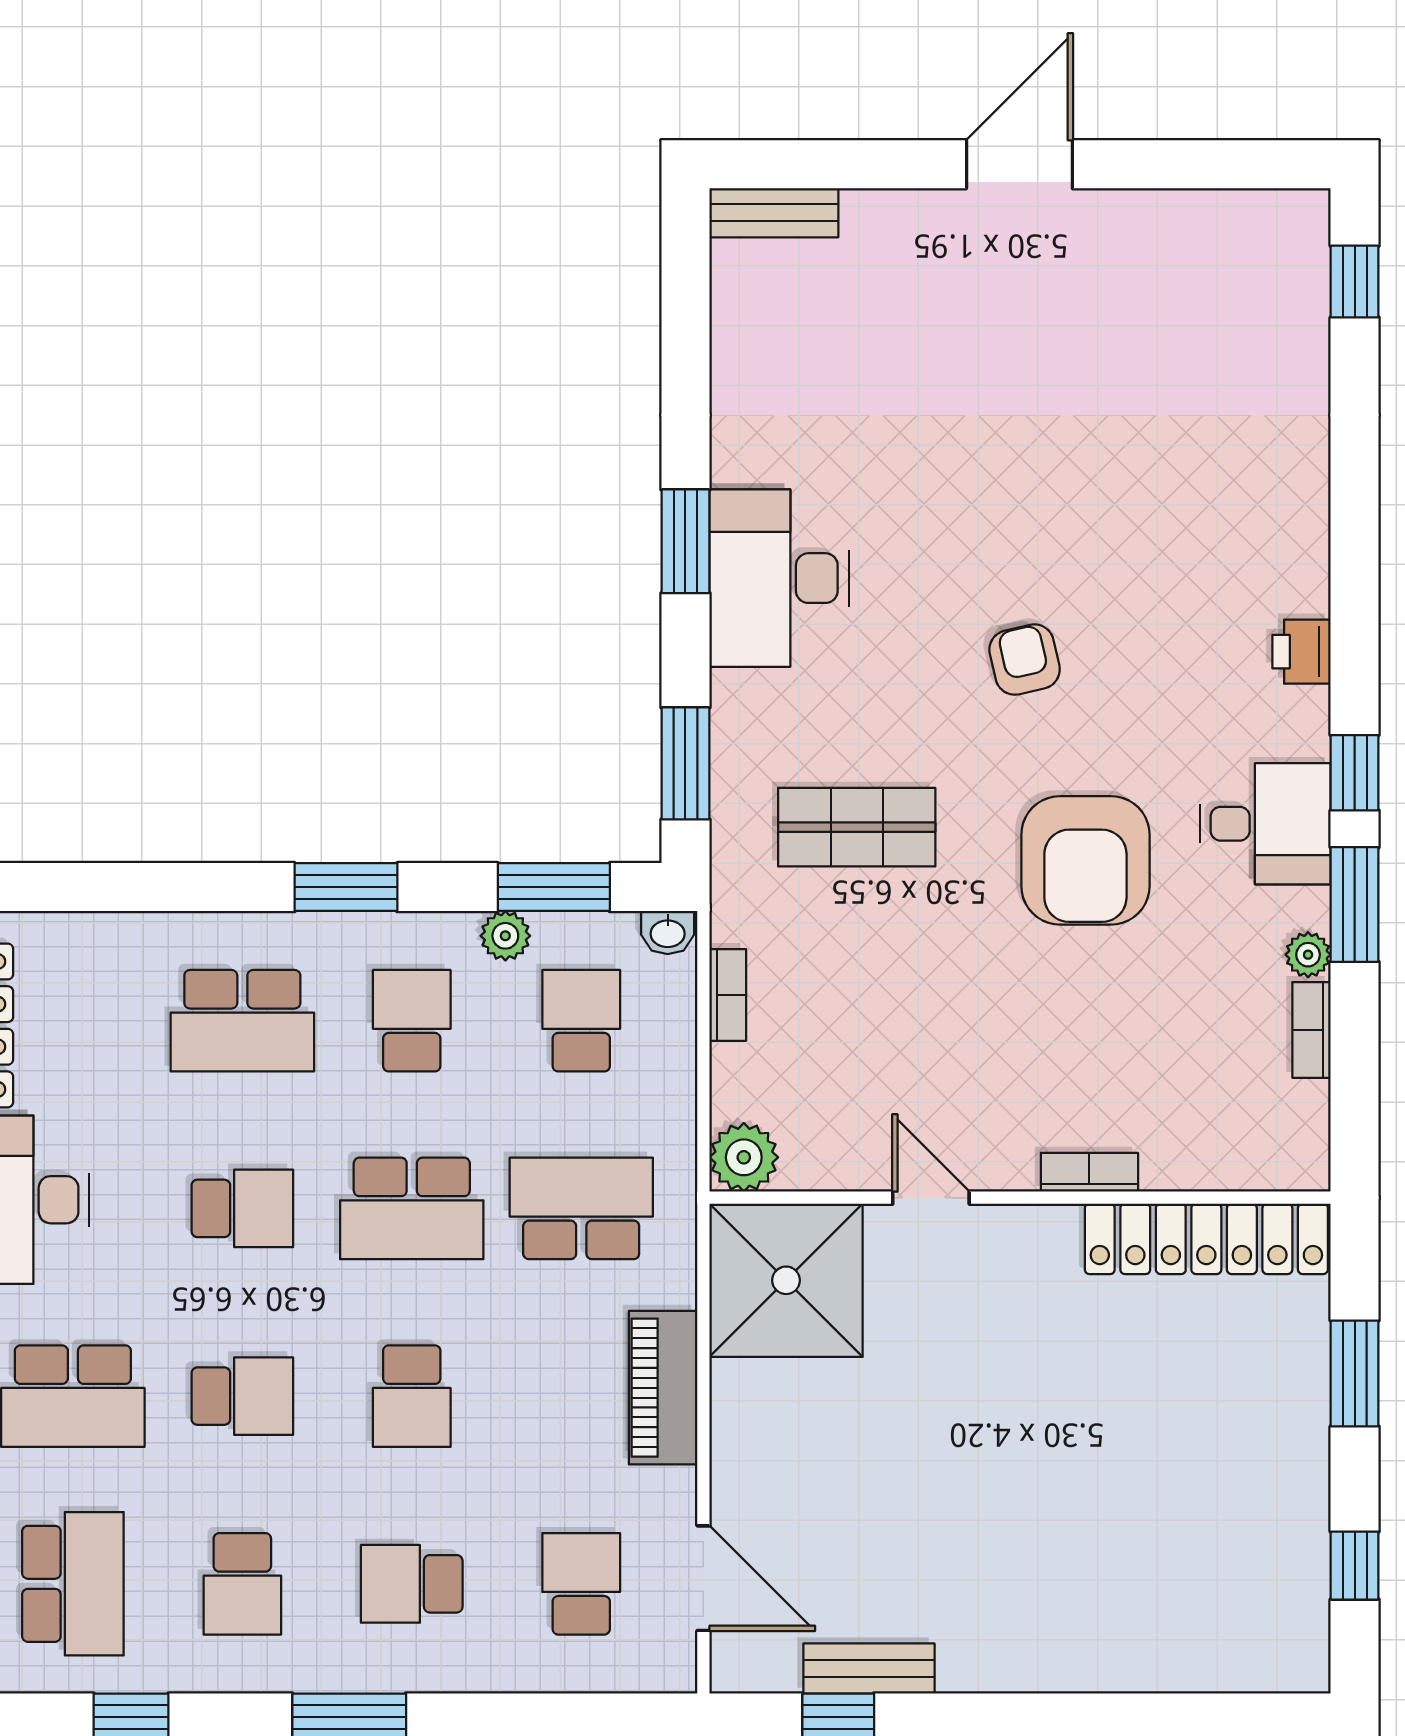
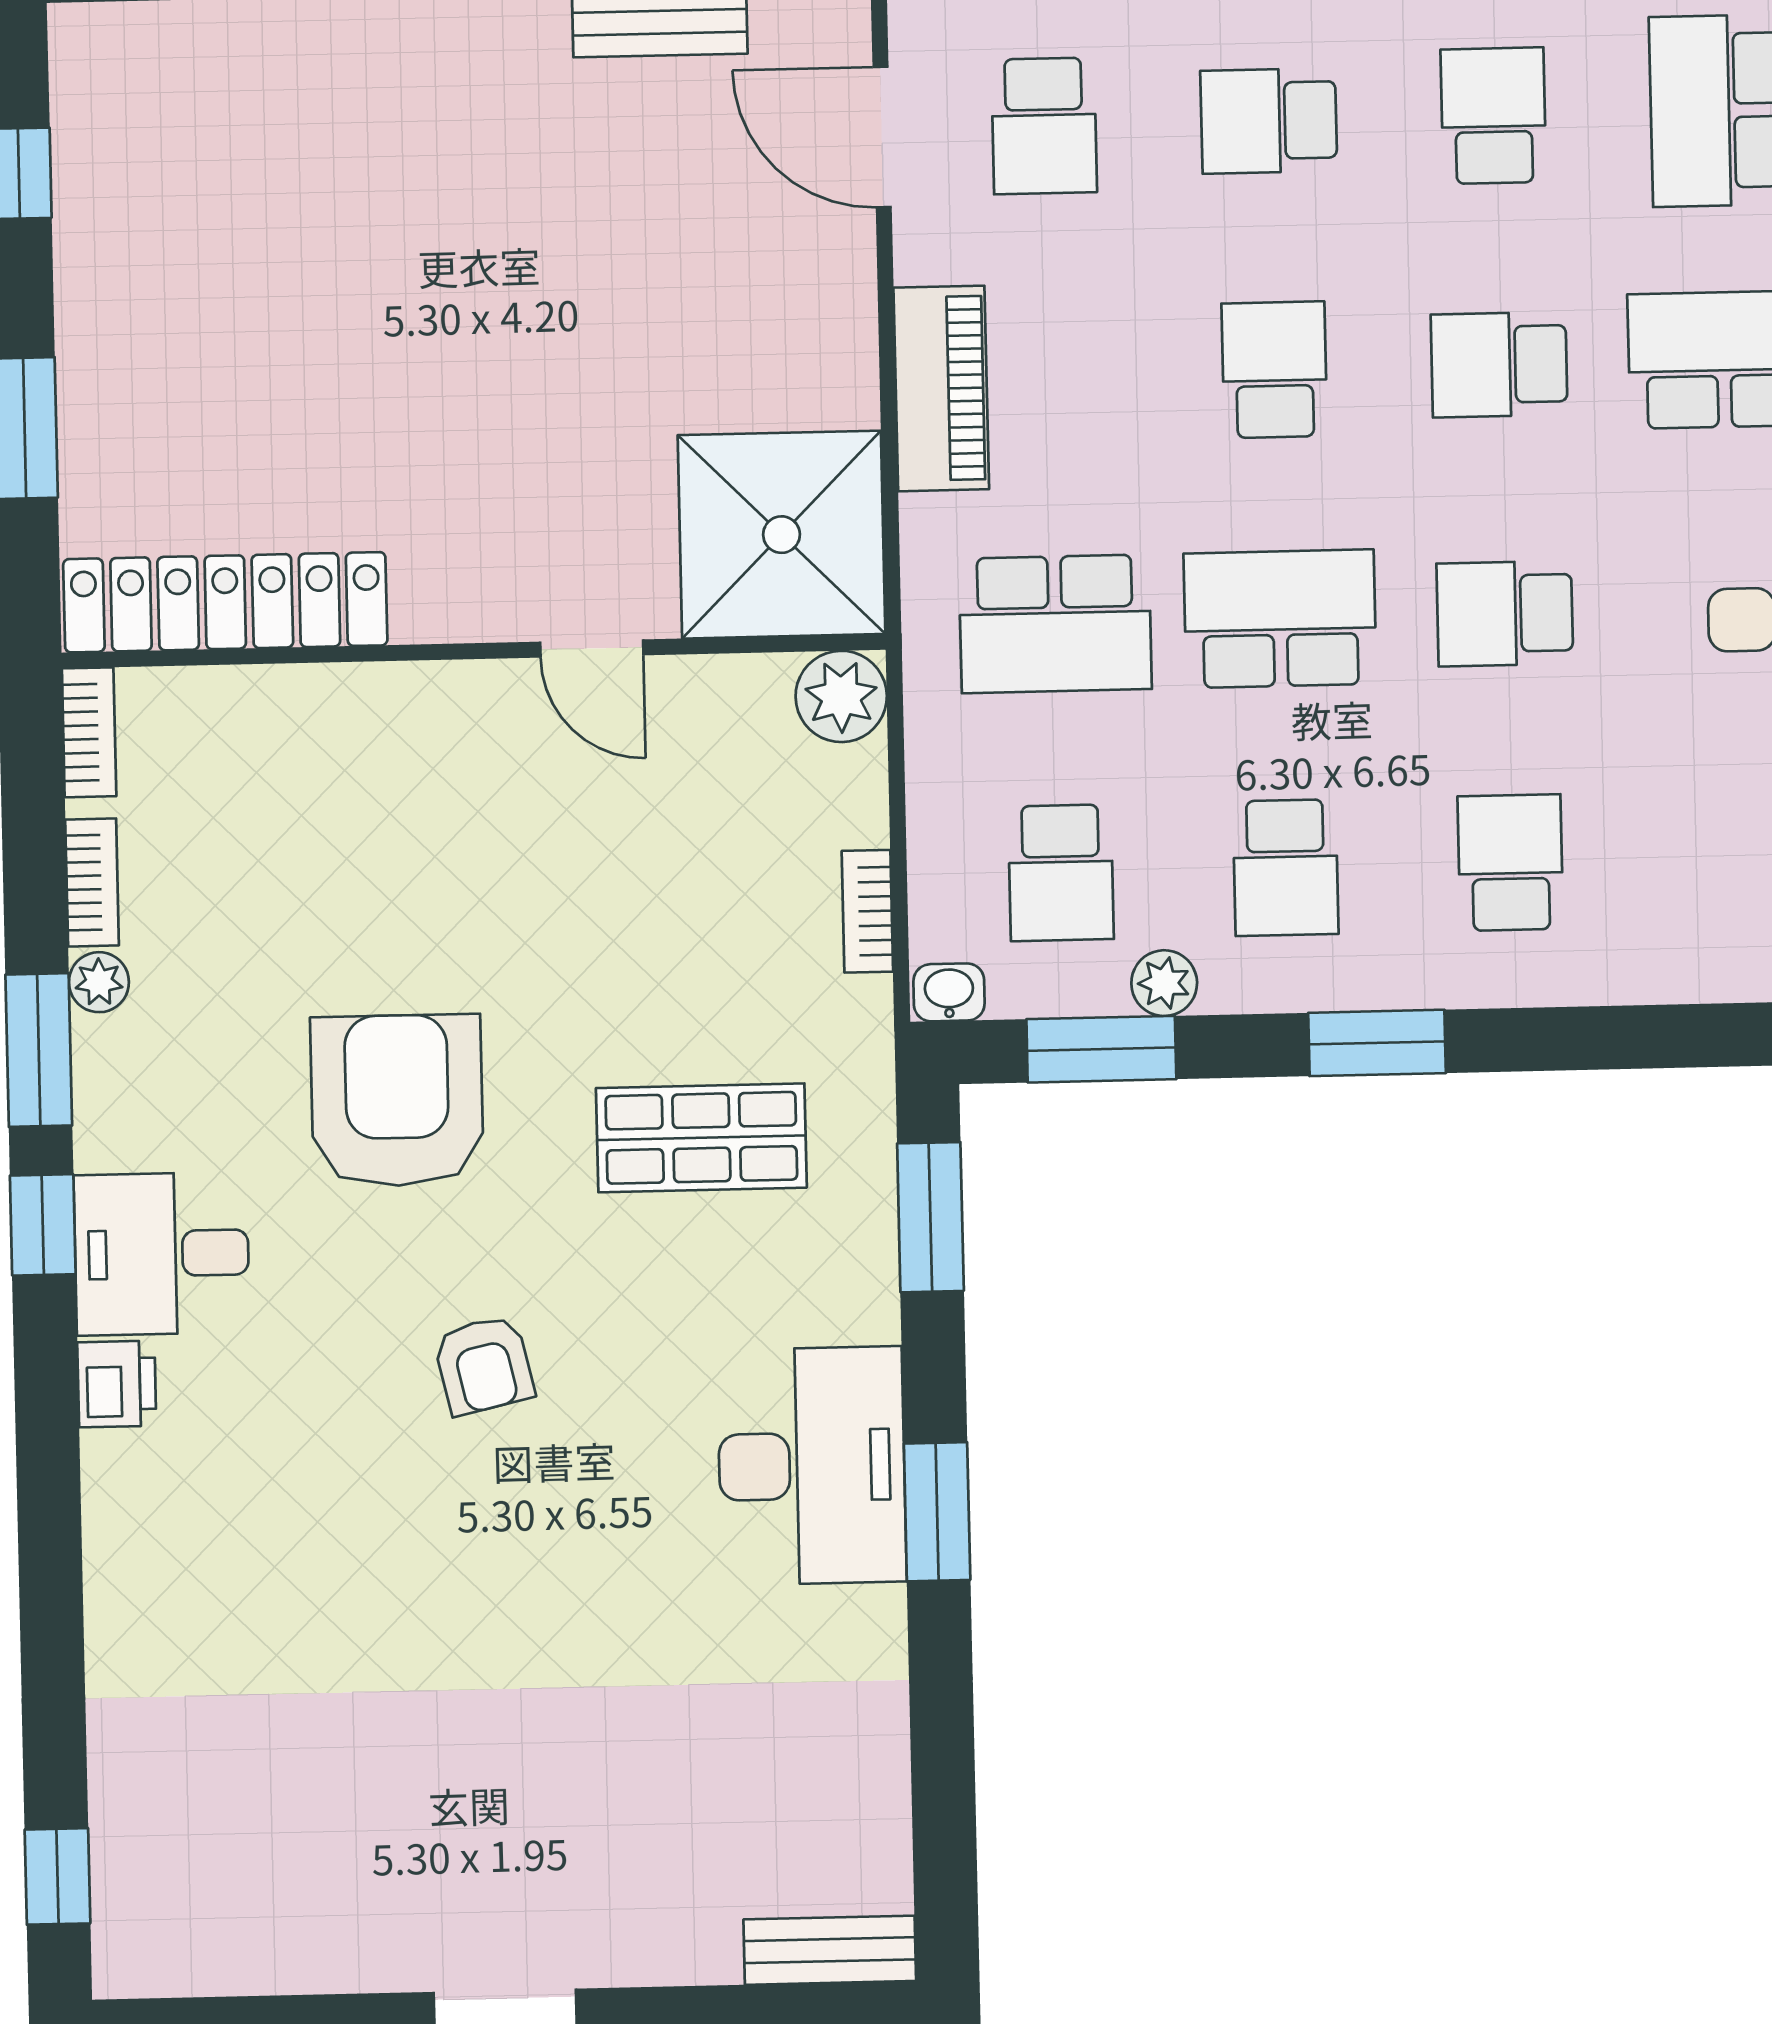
desk: (1265, 824) -> (162, 1254), moved
school desk: (242, 1021) -> (1510, 863), width x0.54
bookcase: (1089, 1172) -> (89, 732), moved, turned -90
school desk: (412, 1584) -> (1269, 121), turned 180

